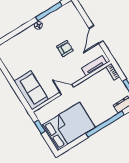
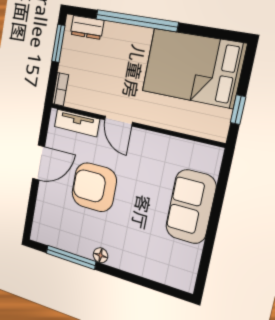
armchair: (65, 48) -> (94, 187), width x1.88, depth x1.88
sofa: (31, 90) -> (191, 207), moved
door: (67, 90) -> (118, 121), moved

